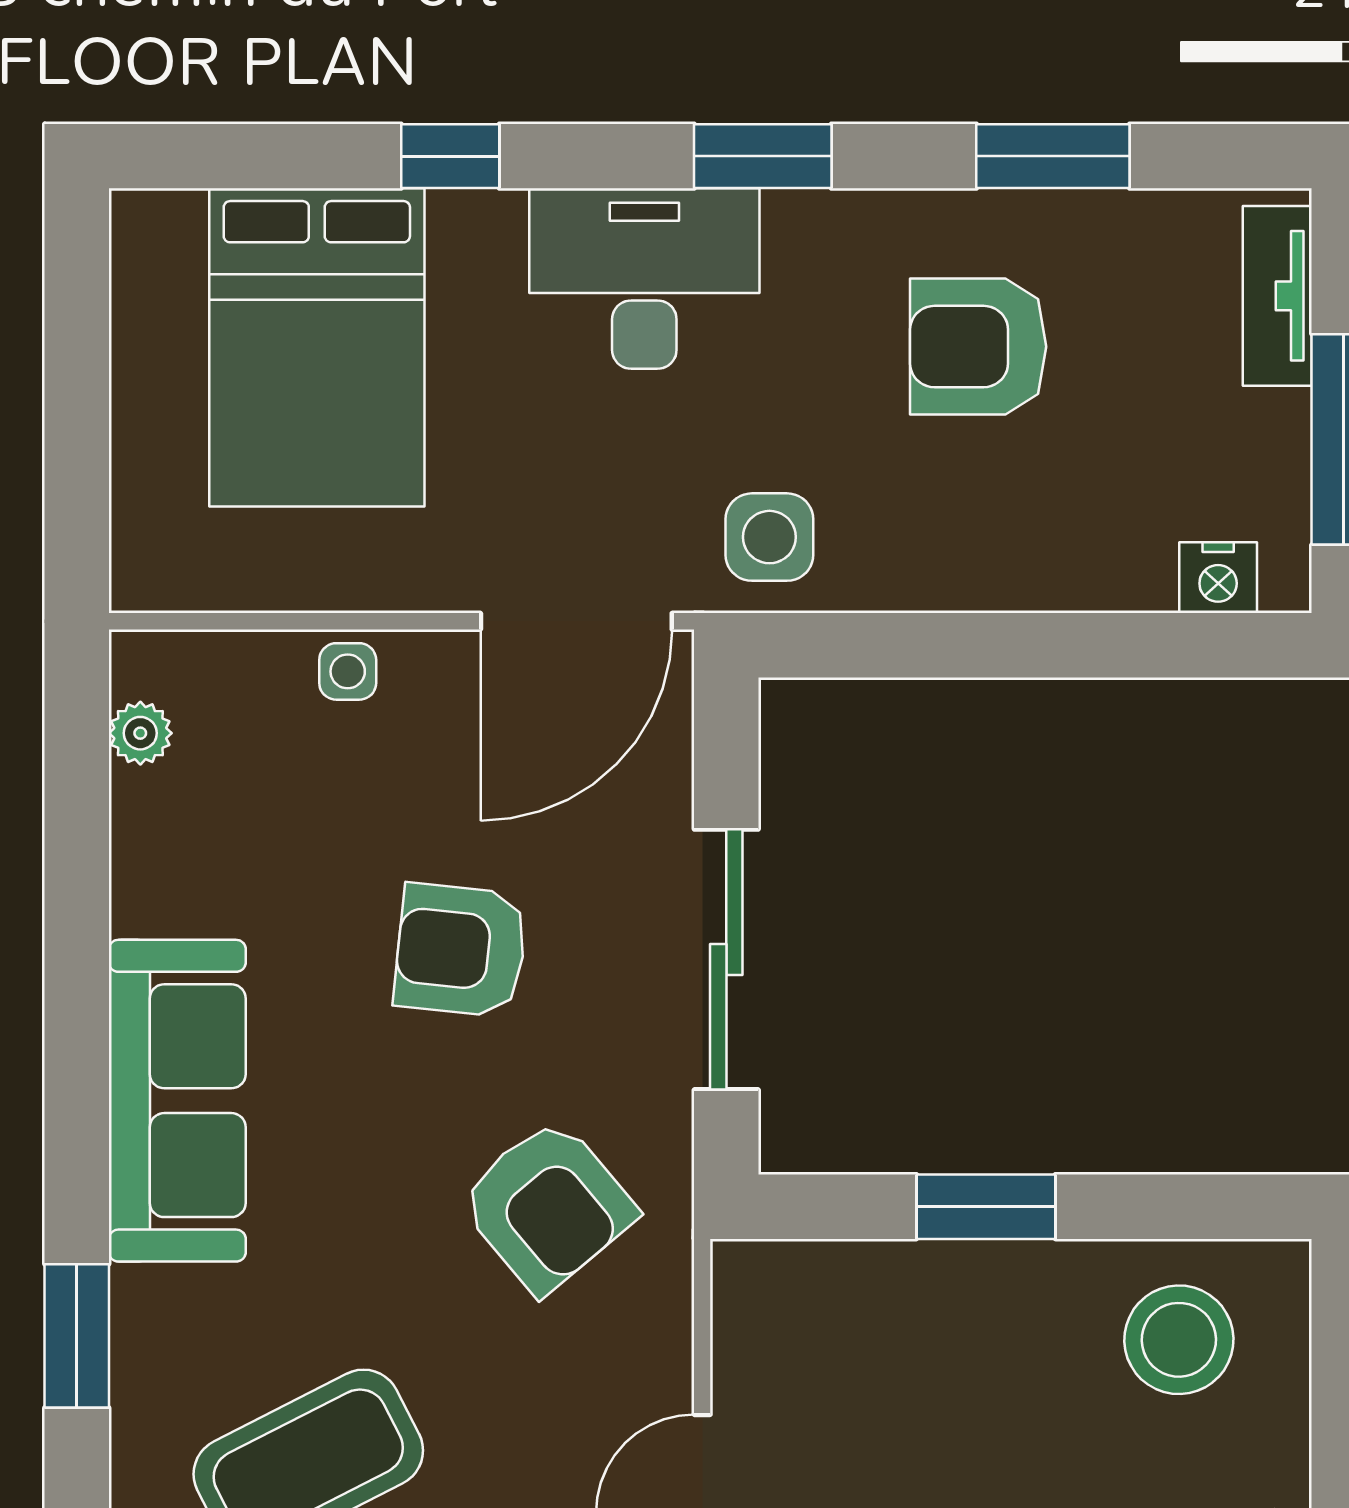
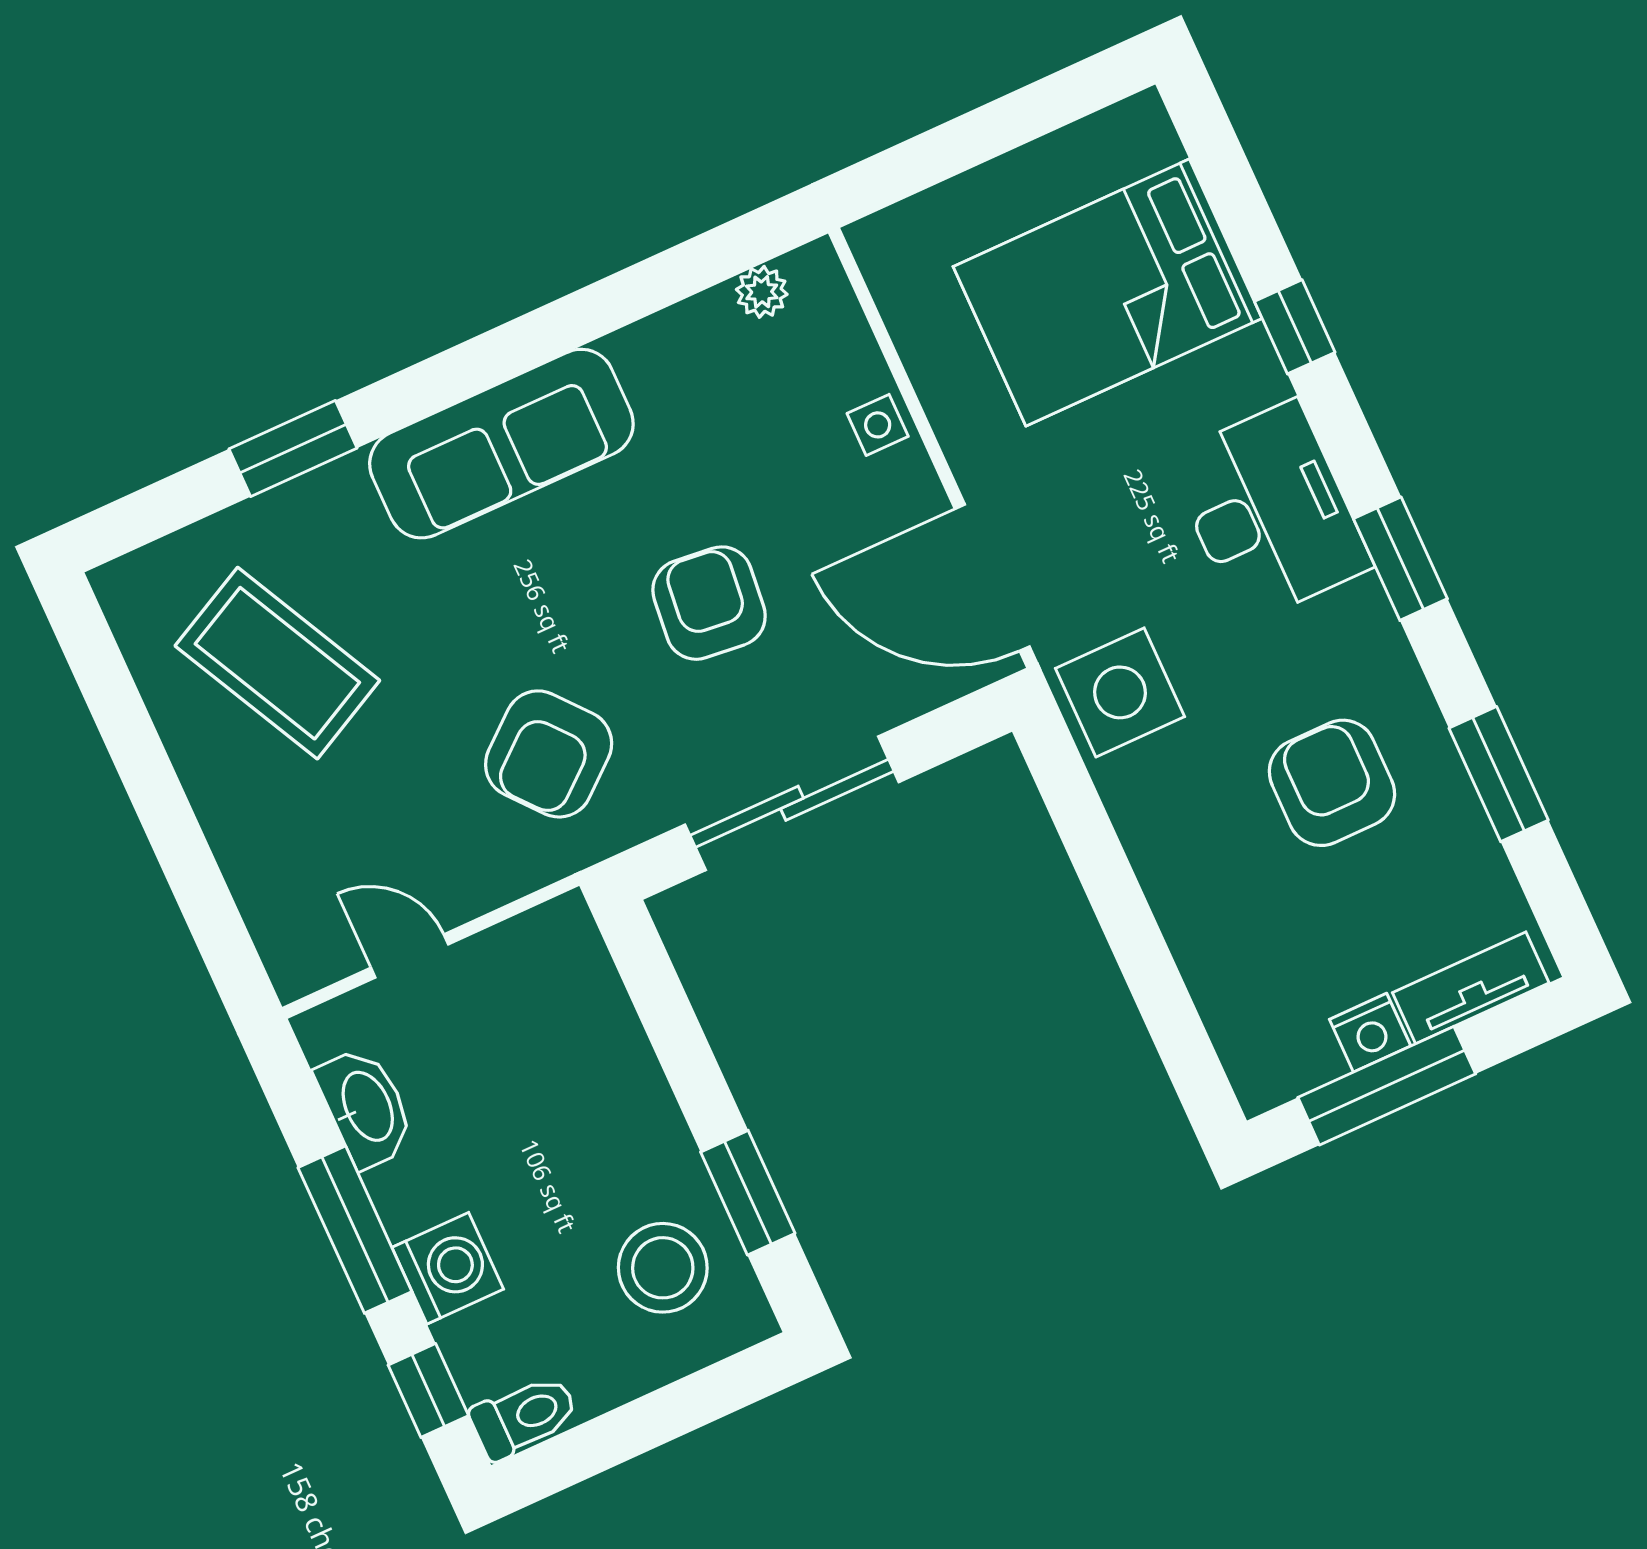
side table: (769, 537) -> (1120, 692), width x1.37, depth x1.37
nightstand: (1218, 578) -> (1370, 1033), moved, turned -90
window: (986, 1207) -> (748, 1193), moved

